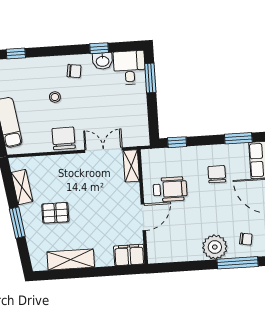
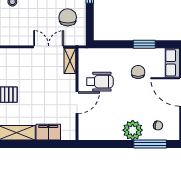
chair: (64, 138) -> (68, 17), moved
window: (238, 138) -> (144, 44), moved
window: (177, 142) -> (108, 44), removed
filing cabinet: (129, 255) -> (48, 132), moved

